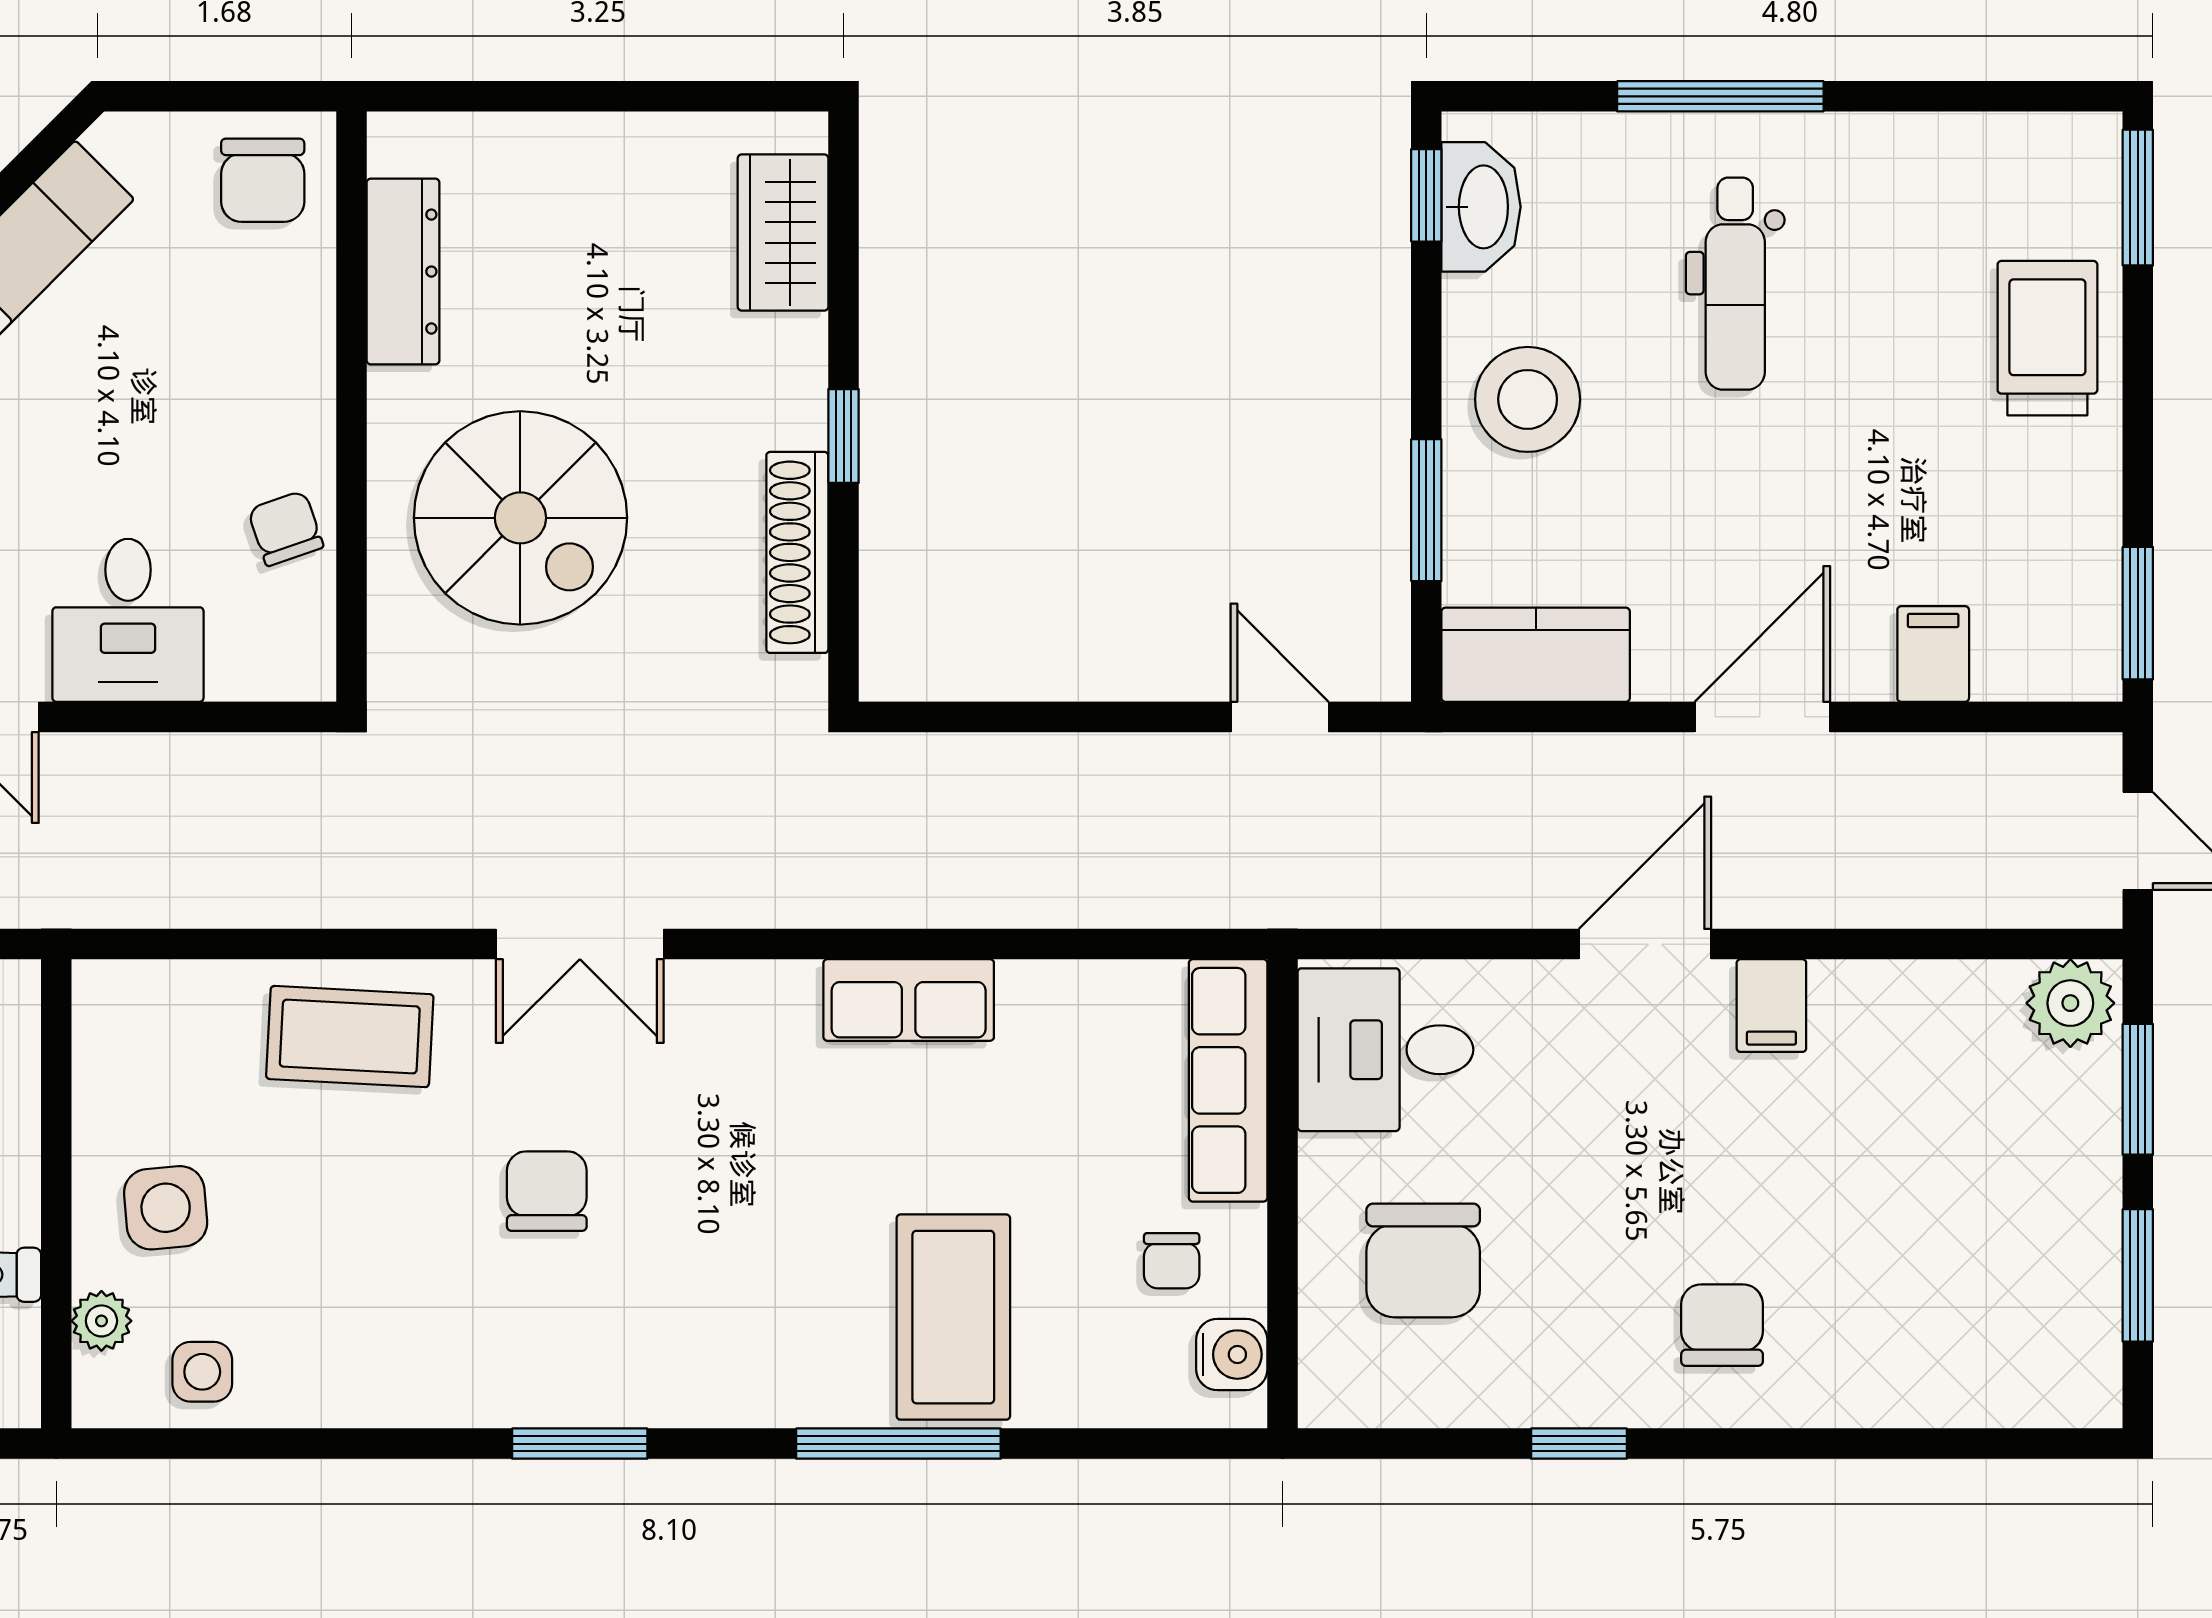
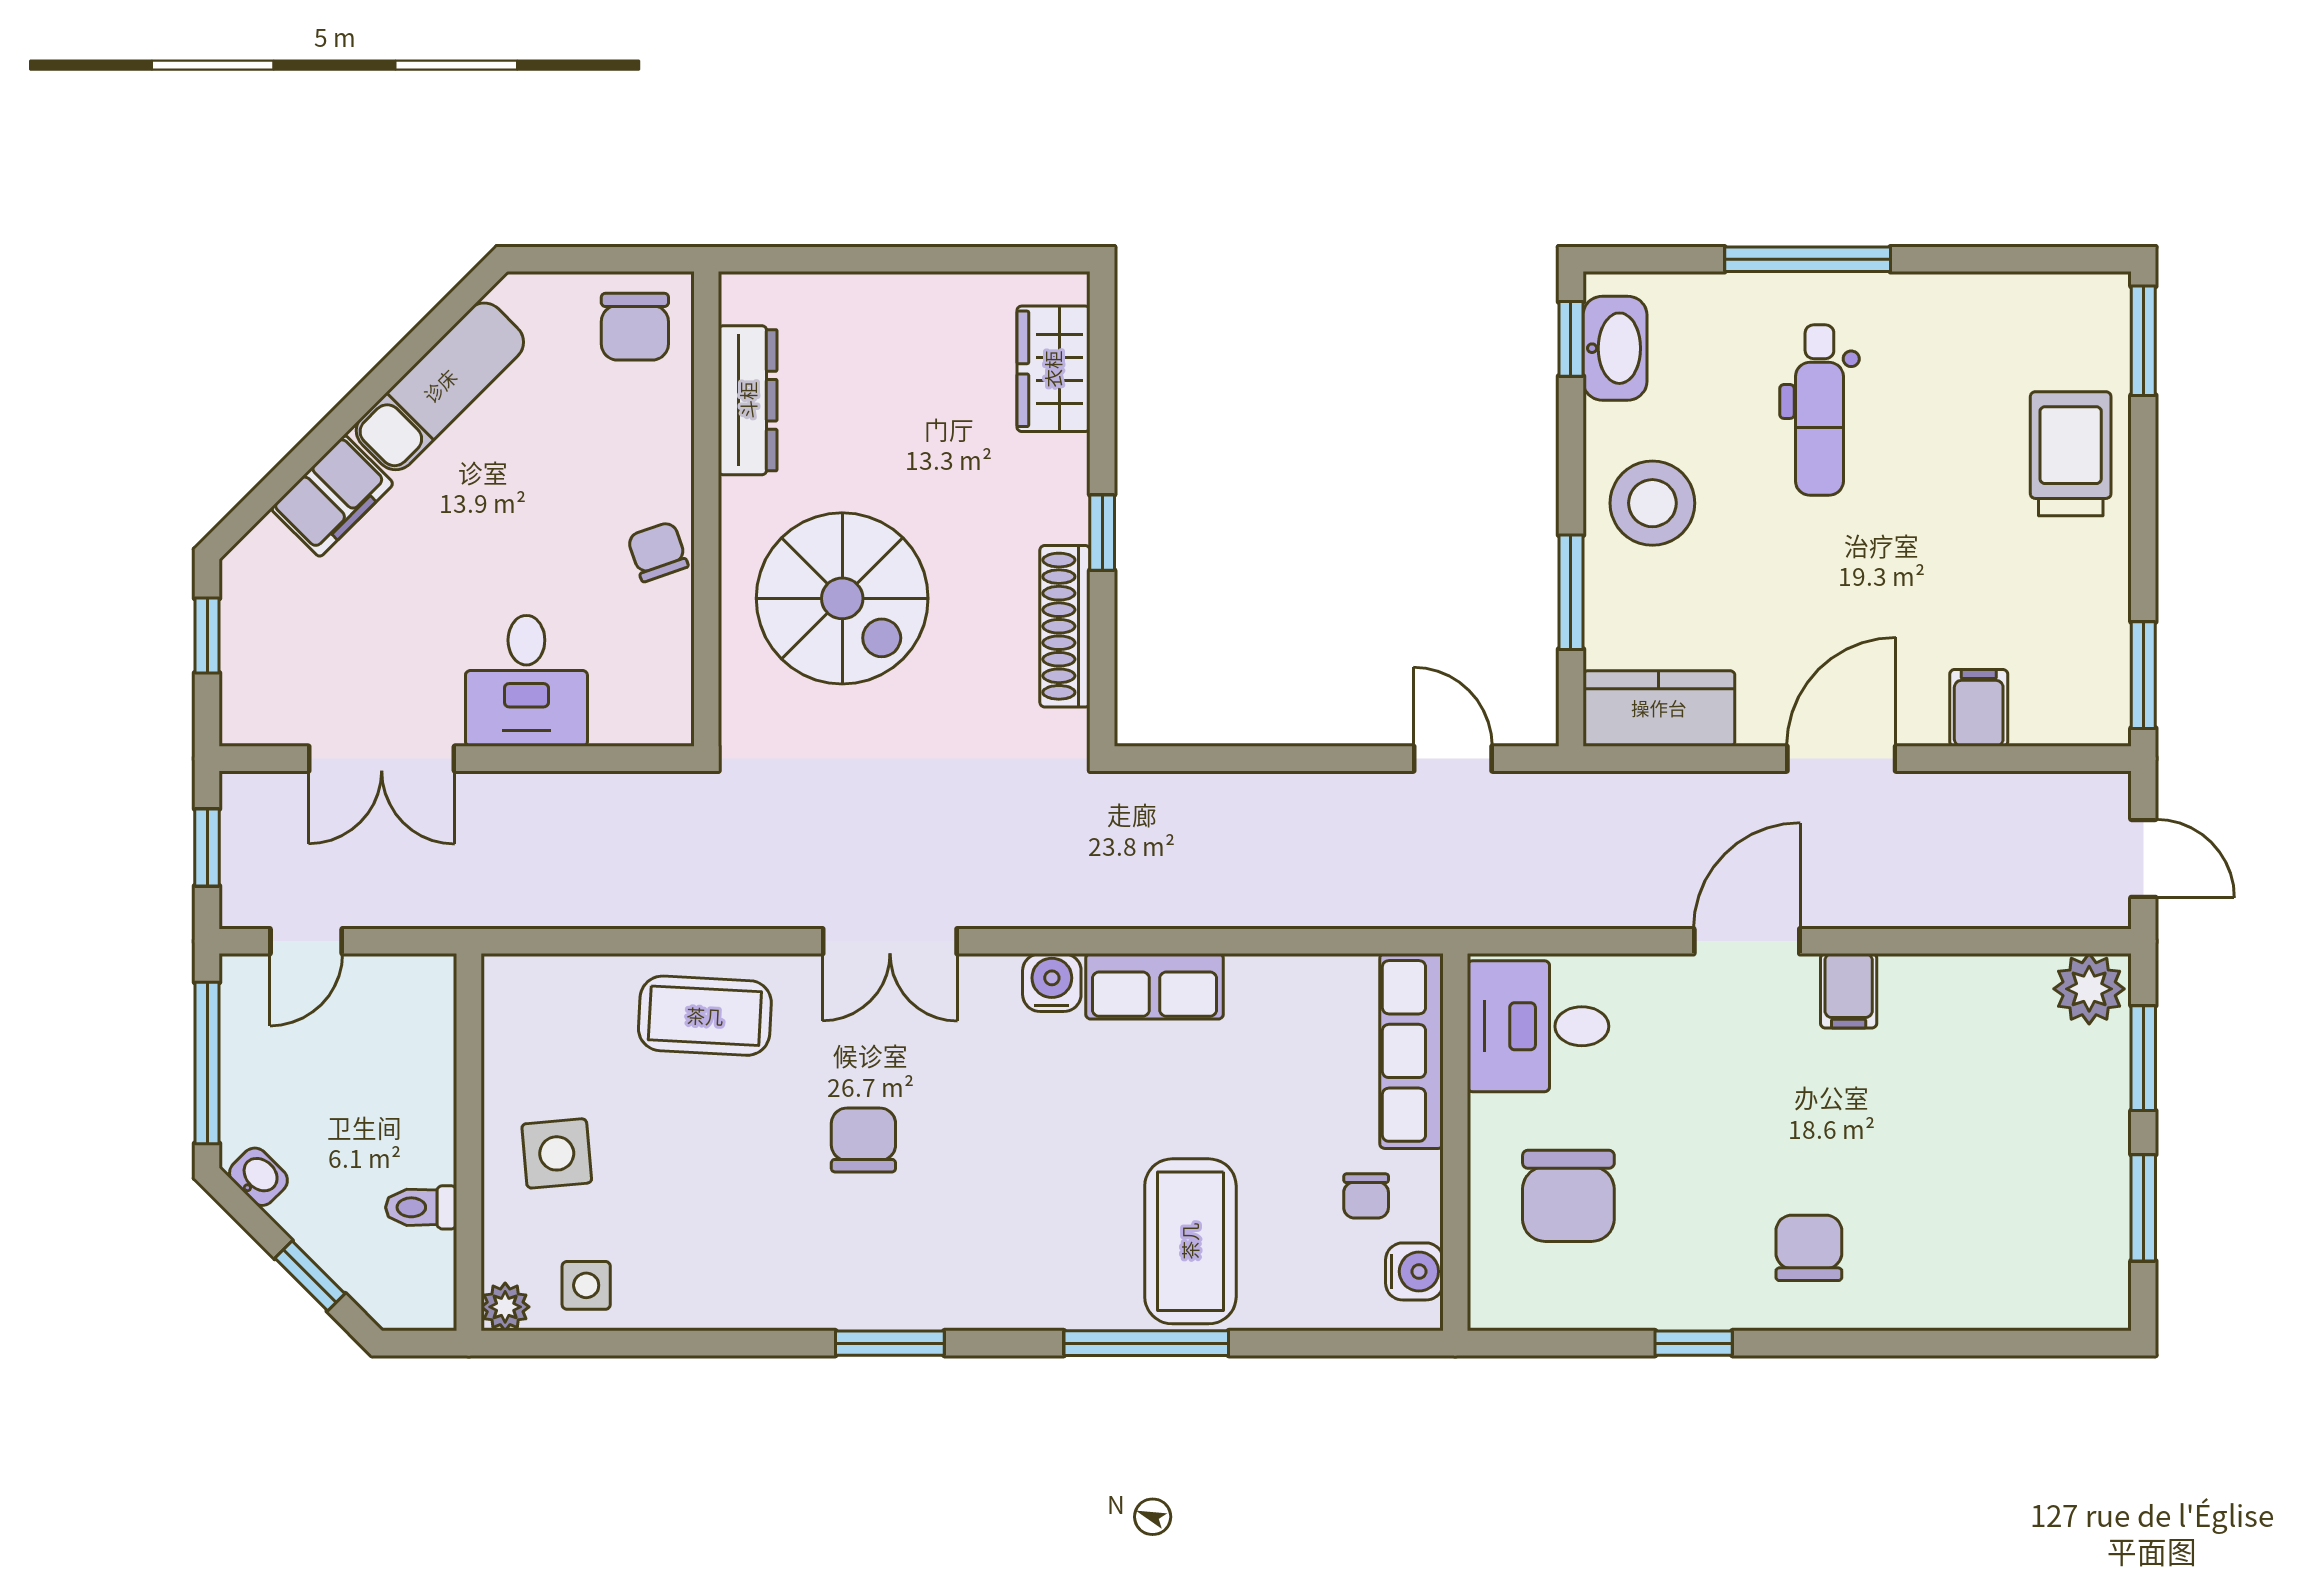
chair: (286, 528) -> (658, 552), moved
water cooler: (781, 995) -> (1052, 983), added
plant: (101, 1321) -> (505, 1307), moved

